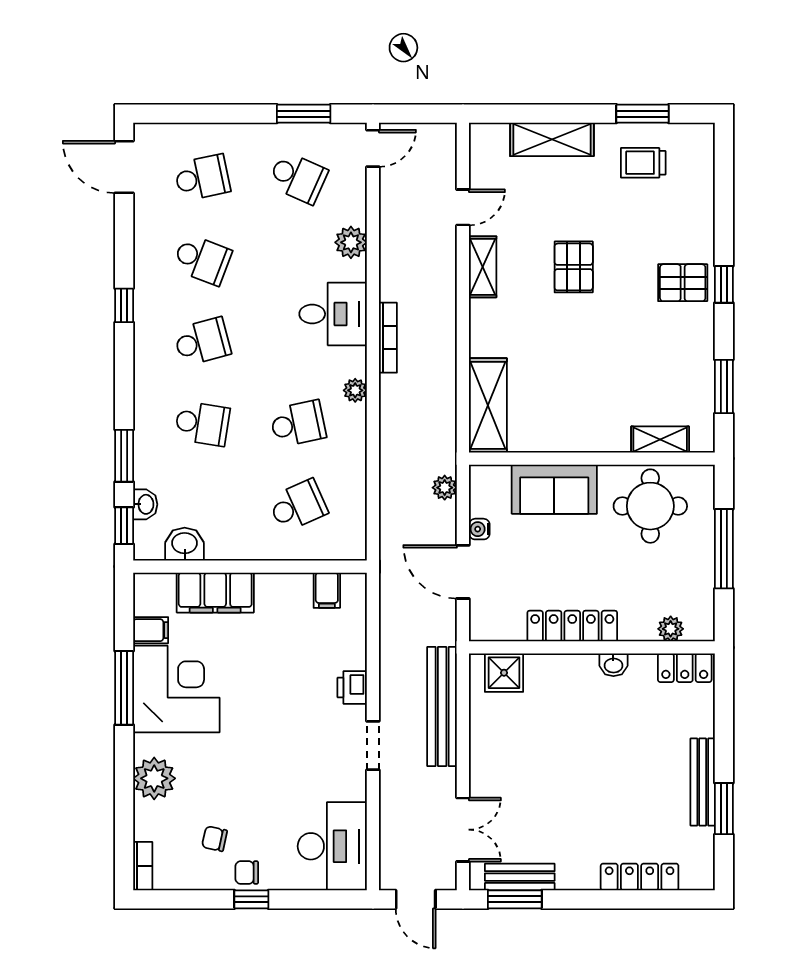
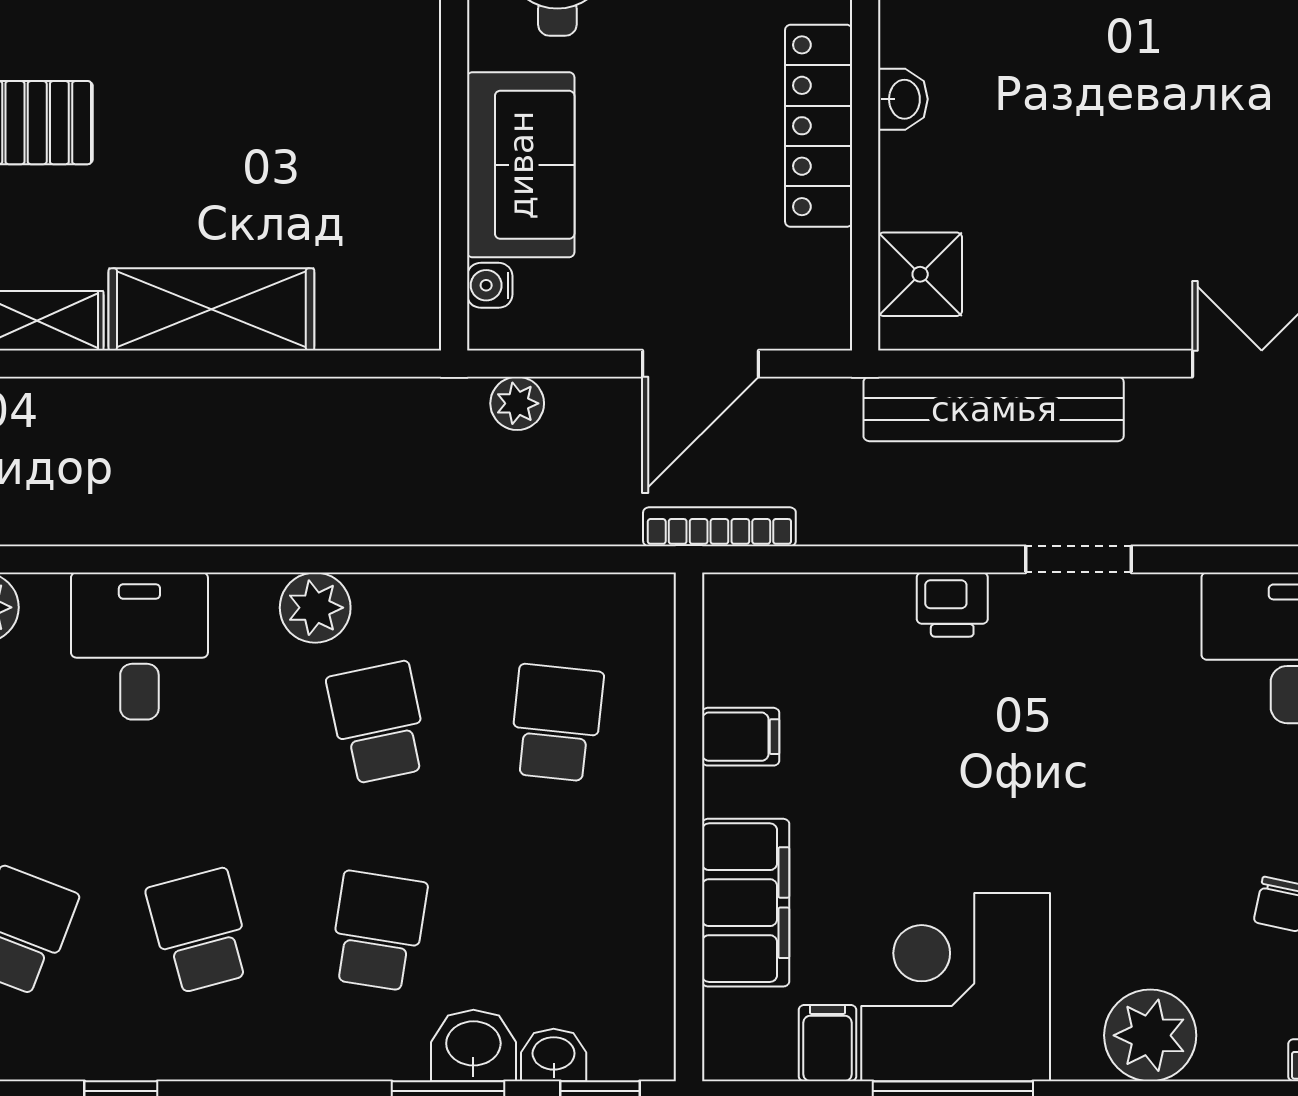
bookcase: (388, 338) -> (719, 527), moved
plant: (355, 390) -> (315, 608), width x1.38, depth x1.38
shelving: (488, 405) -> (211, 309), moved
school desk: (298, 506) -> (556, 723), turned 30
water cooler: (479, 529) -> (490, 285), moved, turned 90
washbasin: (185, 544) -> (473, 1046), moved, turned 90
filing cabinet: (327, 590) -> (741, 737), moved
washbasin: (613, 665) -> (903, 99), moved

